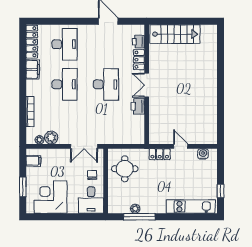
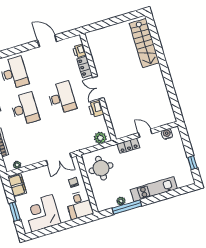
stairs: (175, 34) -> (144, 43), moved, turned 90
plant: (51, 137) -> (100, 138), moved
filing cabinet: (33, 161) -> (17, 185), width x2.00
kitchen unit: (191, 206) -> (154, 189), moved

